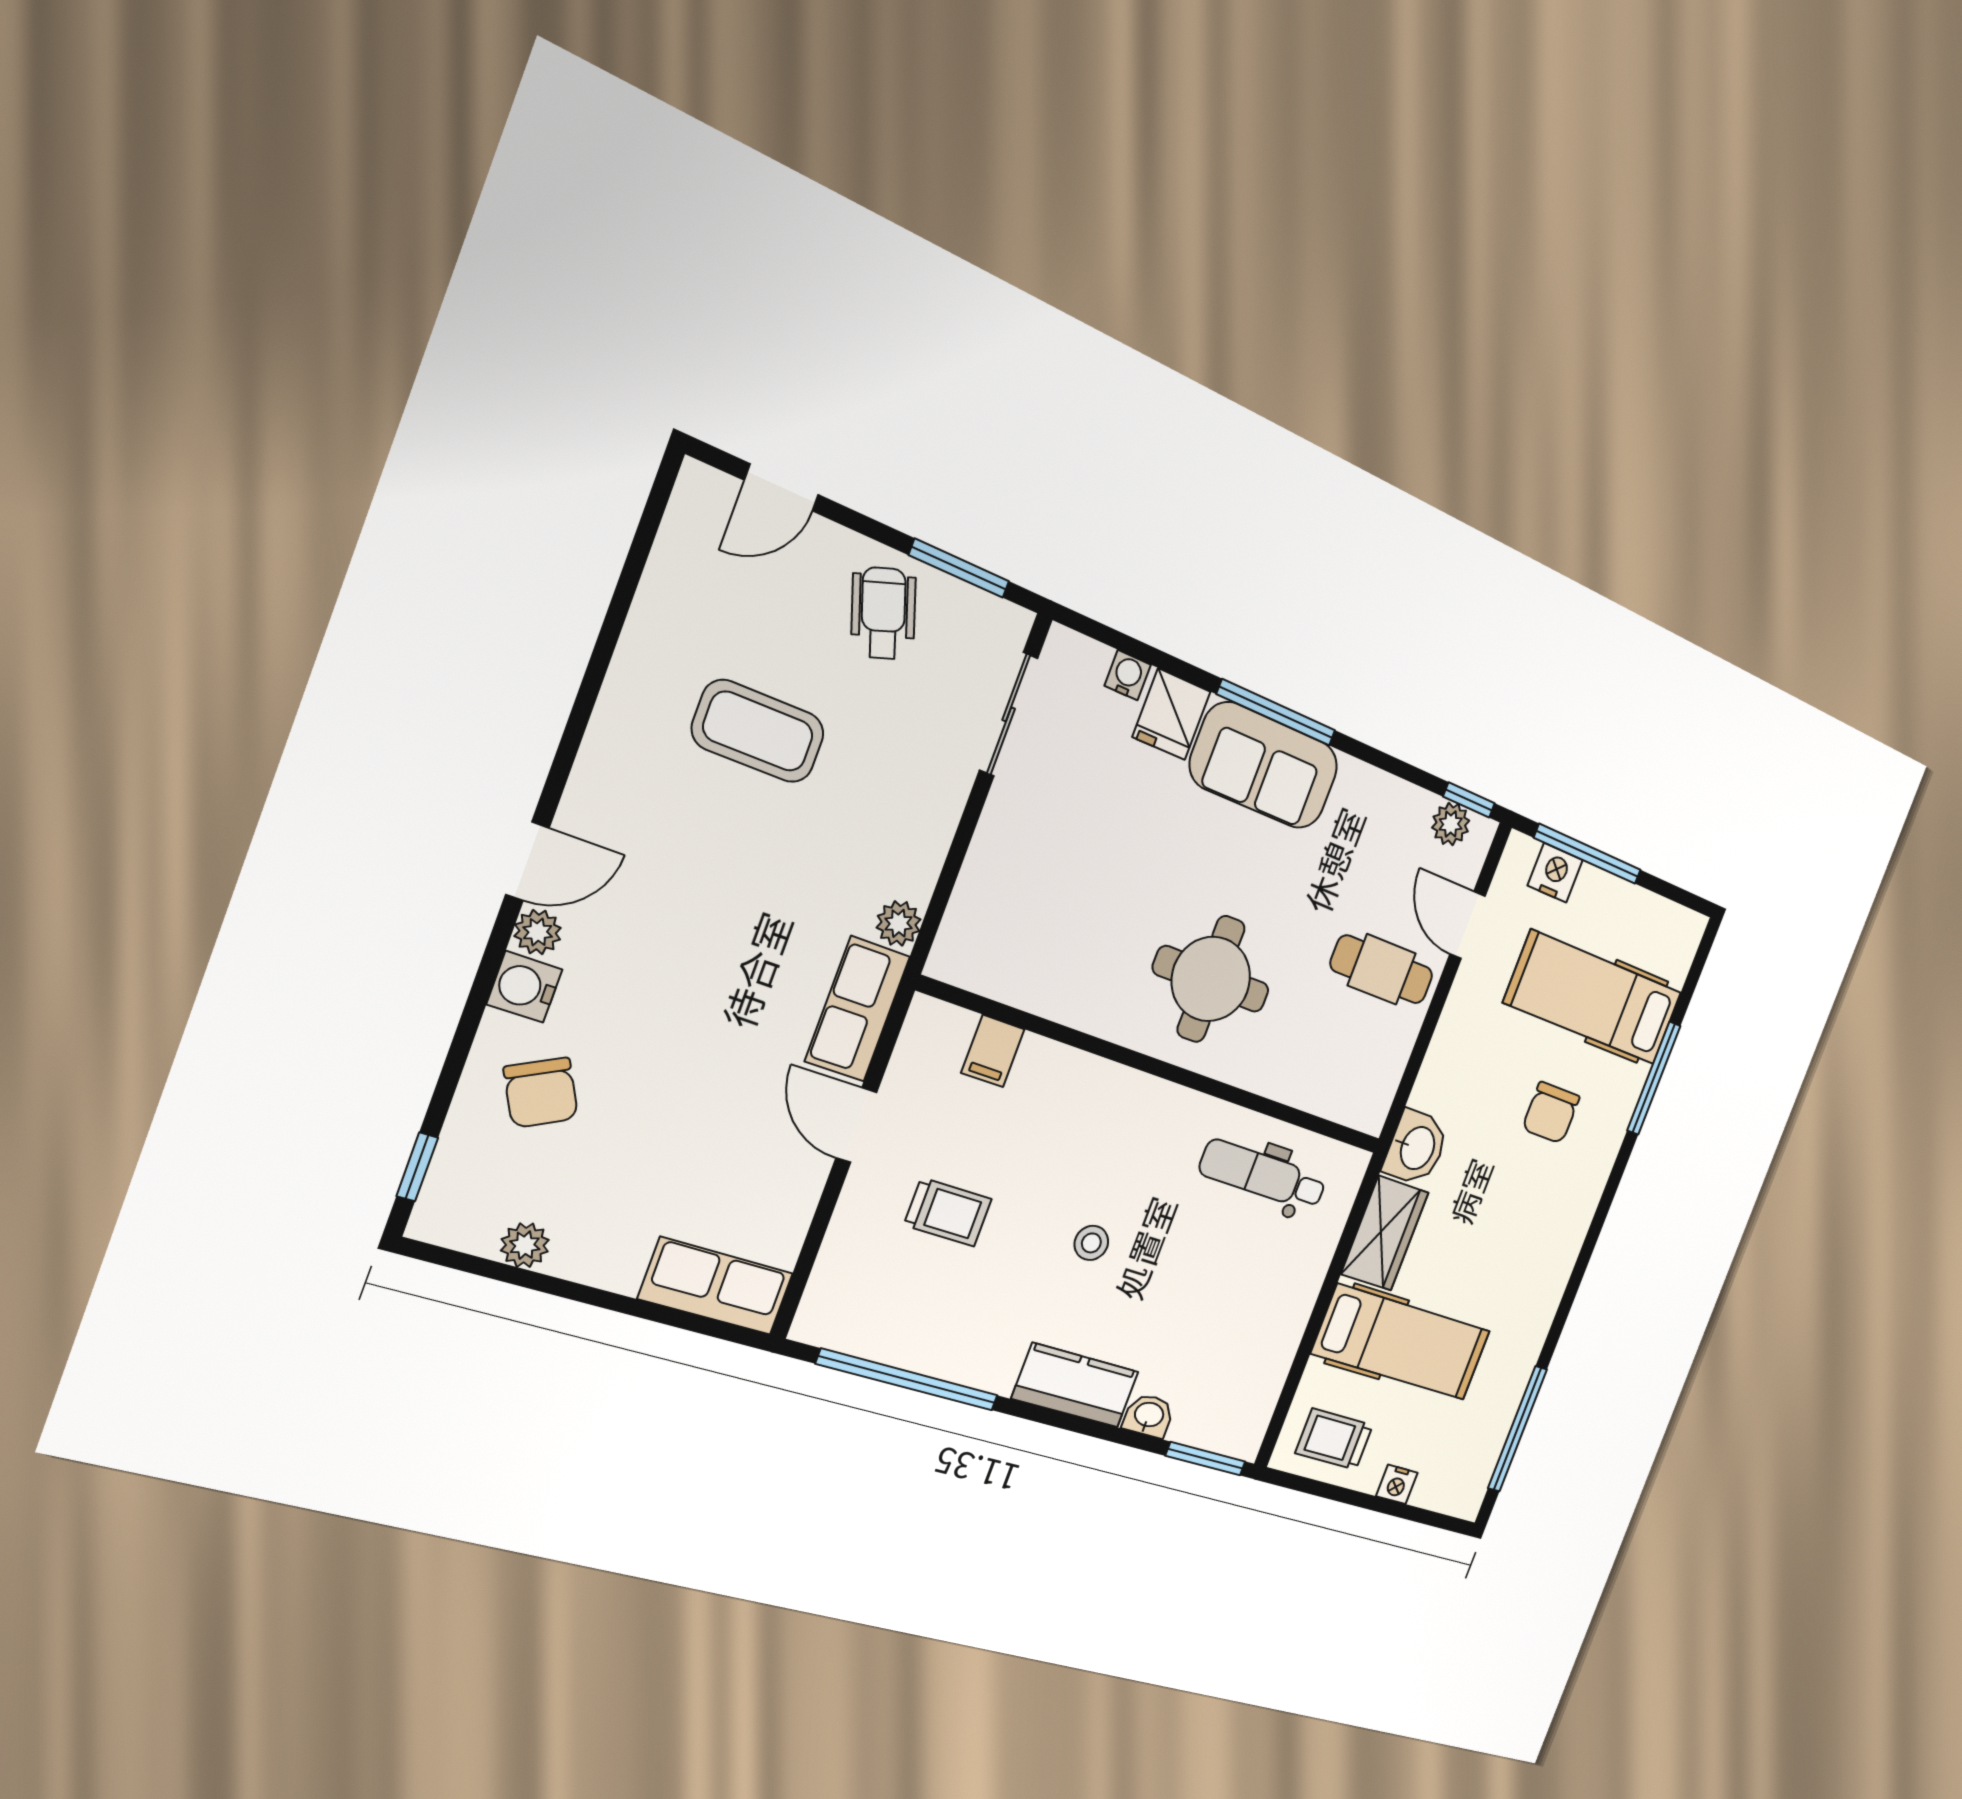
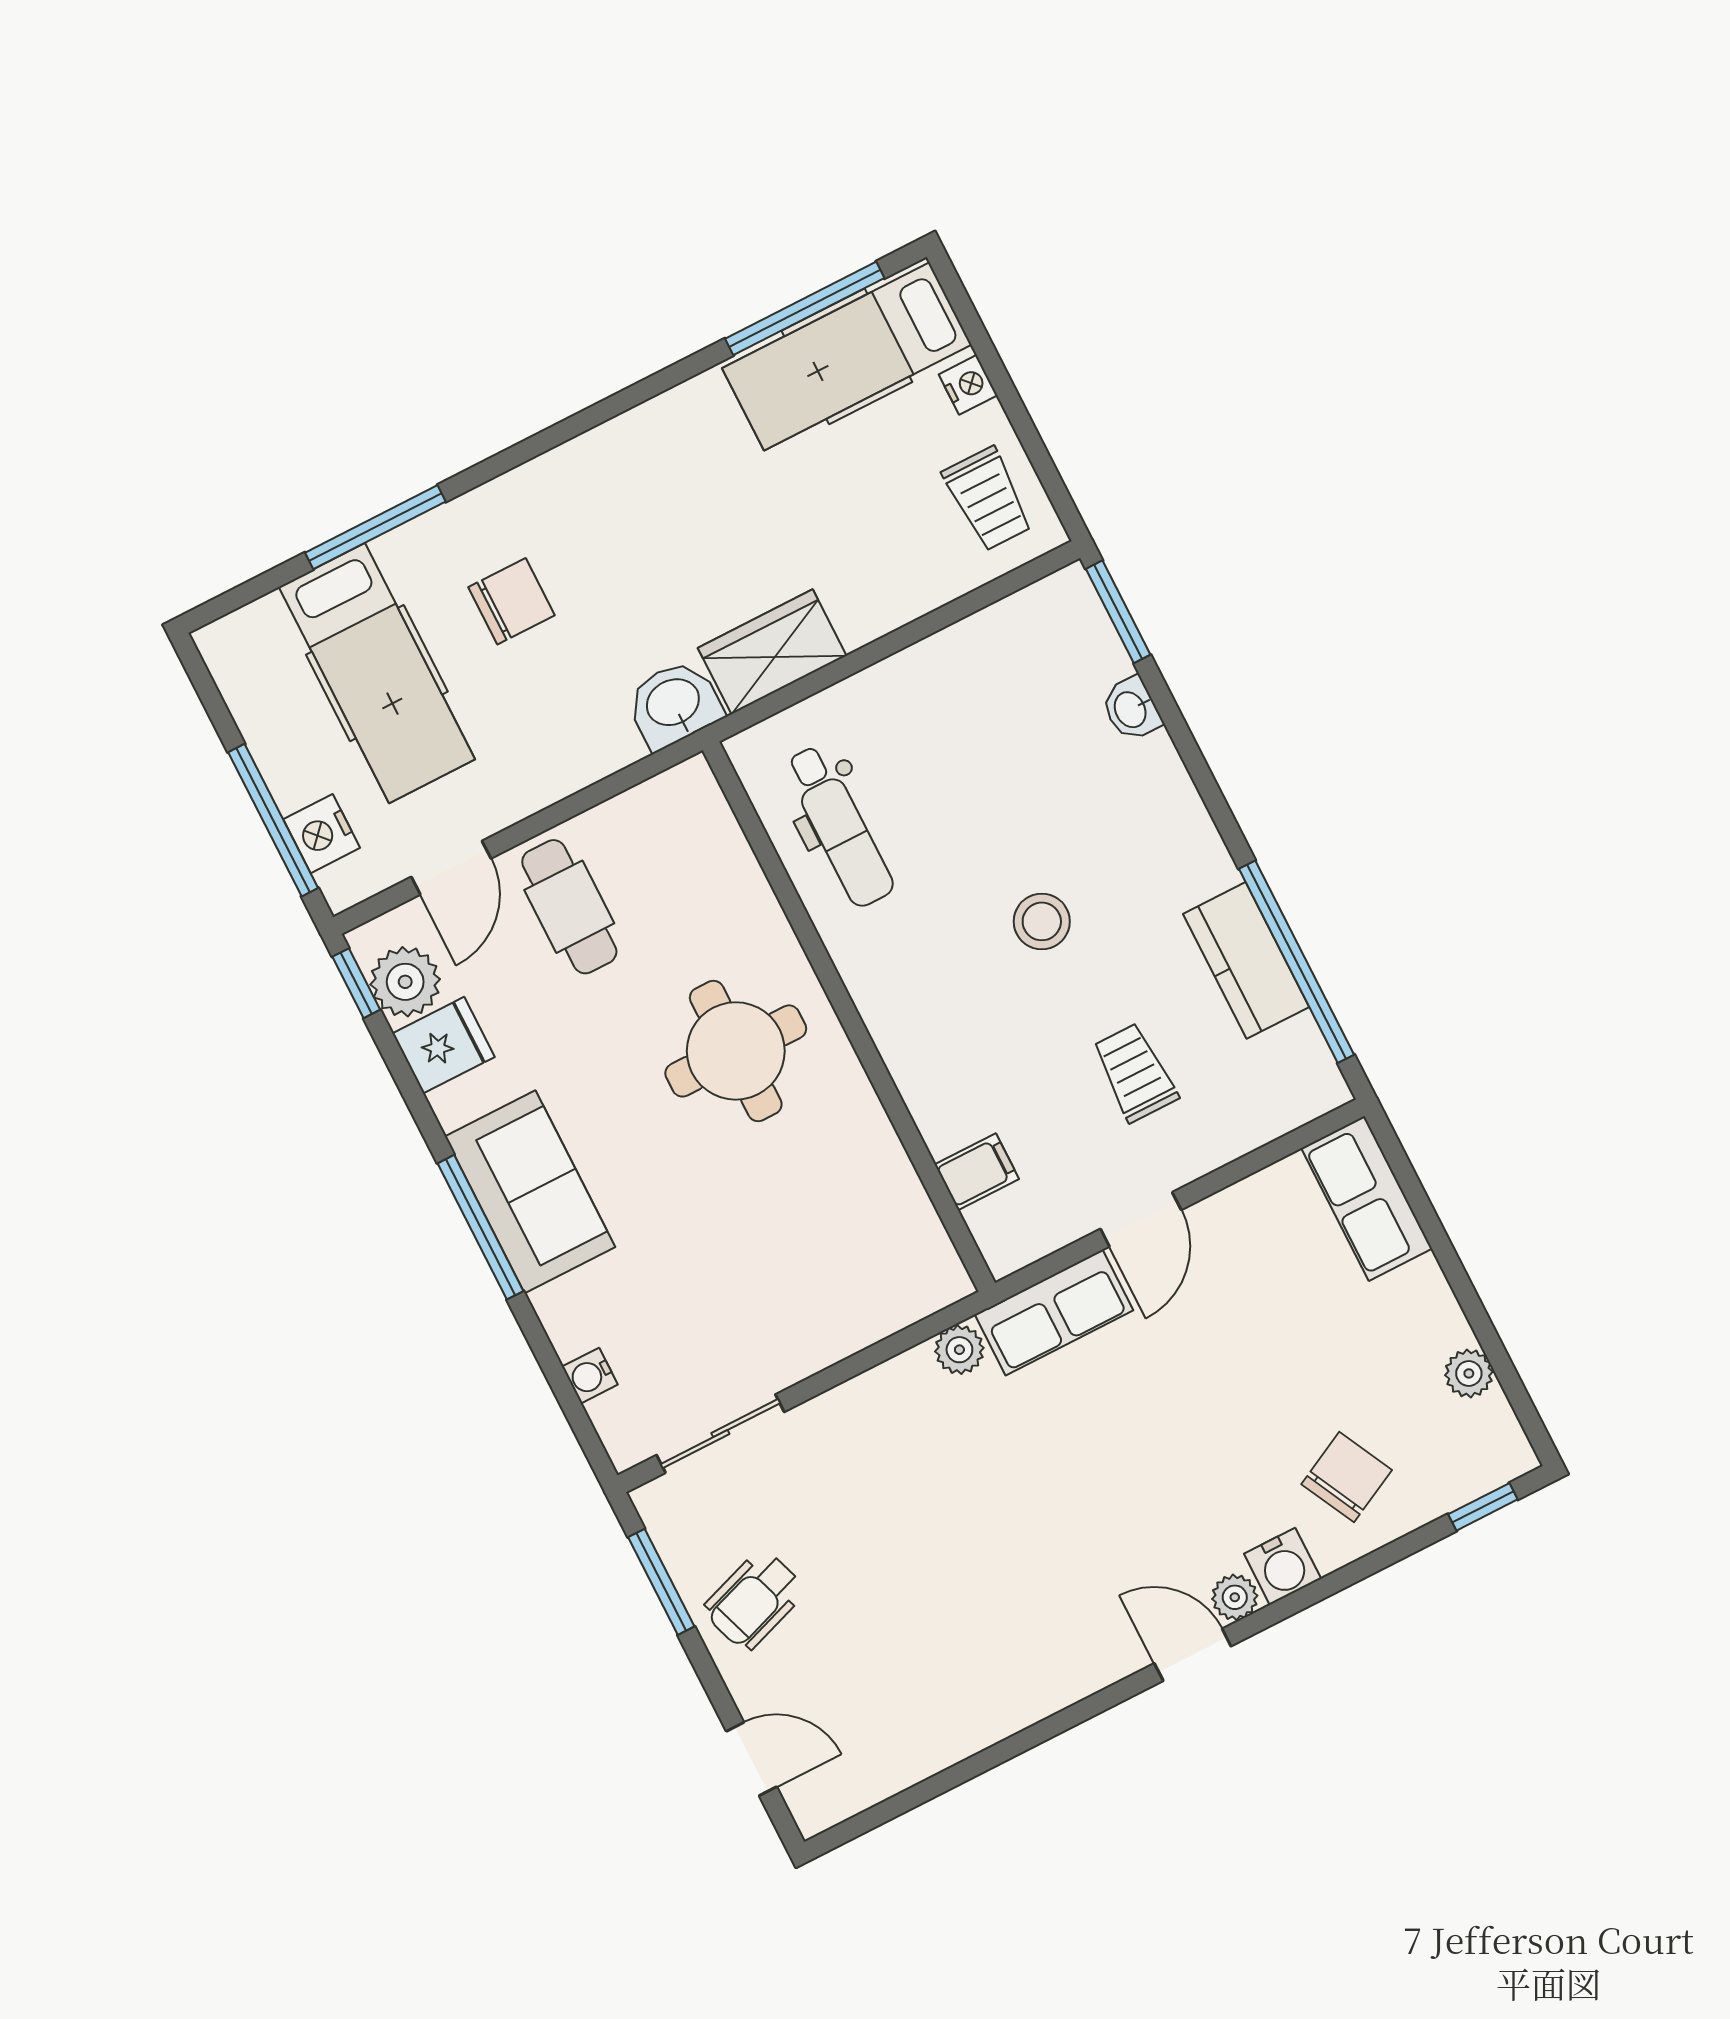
fridge: (1171, 714) -> (443, 1045), moved
coffee table: (758, 731) -> (934, 1597), removed
plant: (1451, 824) -> (405, 982), width x1.38, depth x1.38
stool: (1091, 1243) -> (1042, 921), width x1.37, depth x1.37
hospital bed: (1401, 1342) -> (847, 356), moved, turned -90
kitchen counter: (1075, 1385) -> (1246, 960), moved

